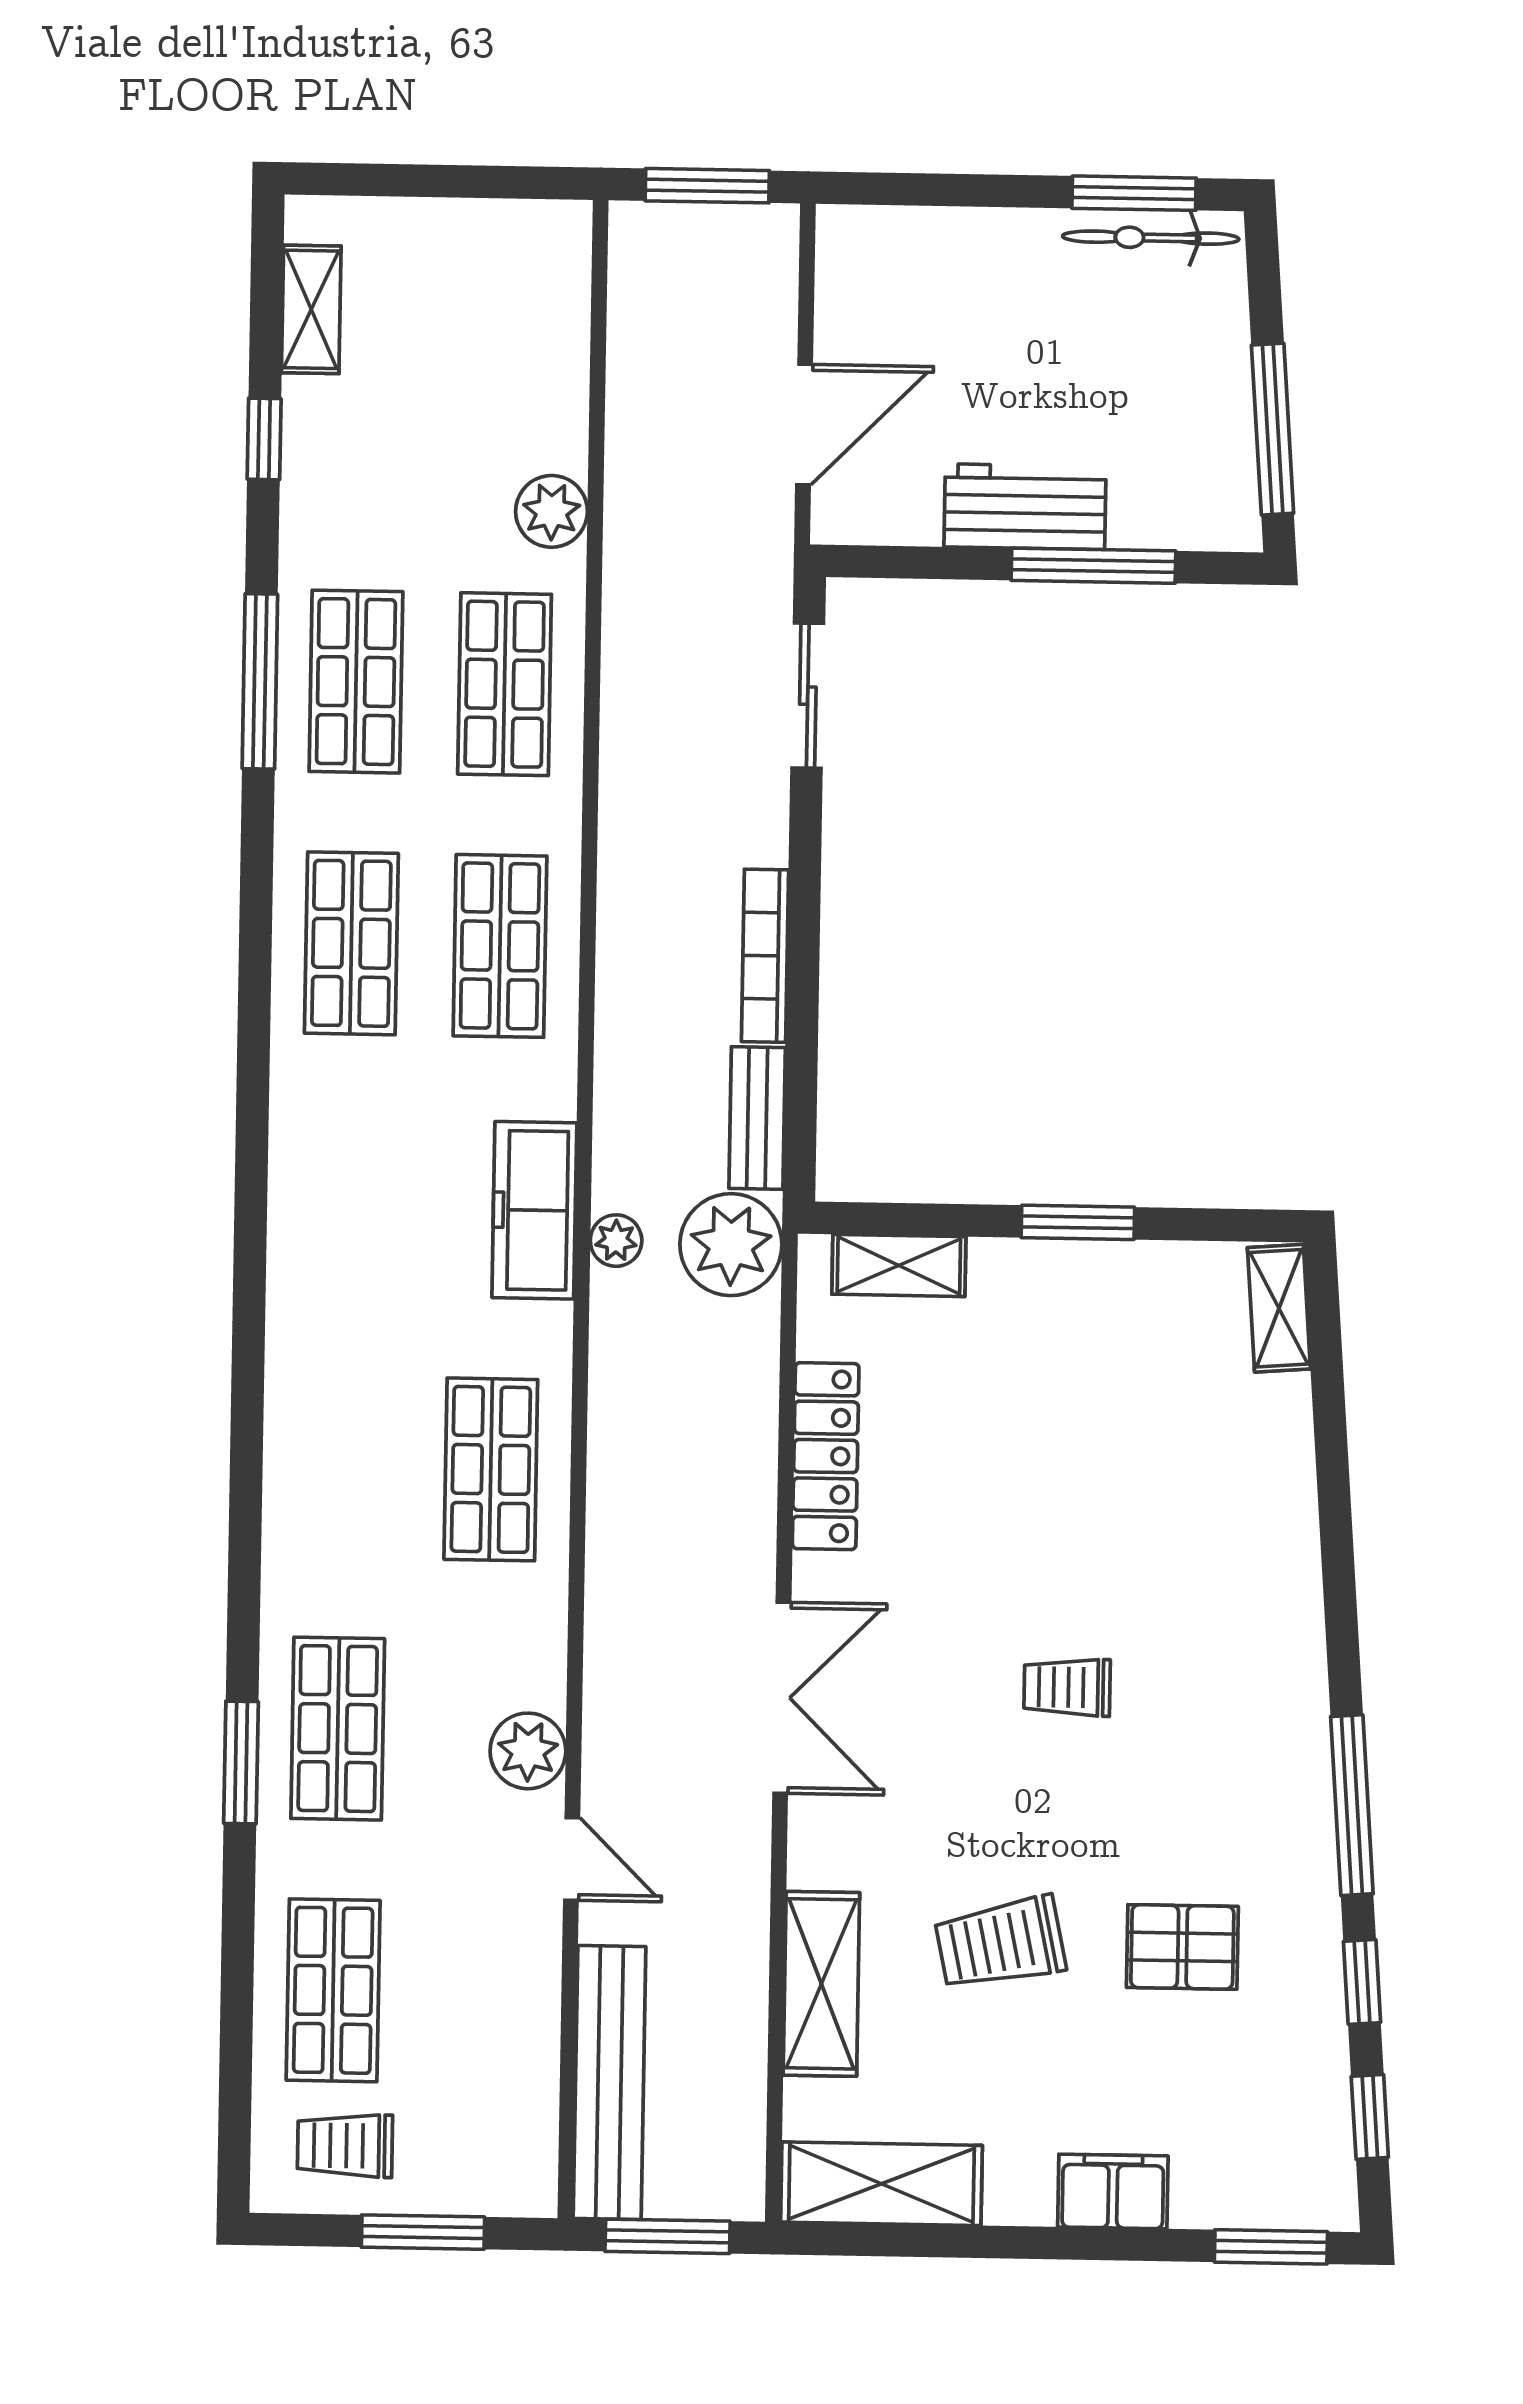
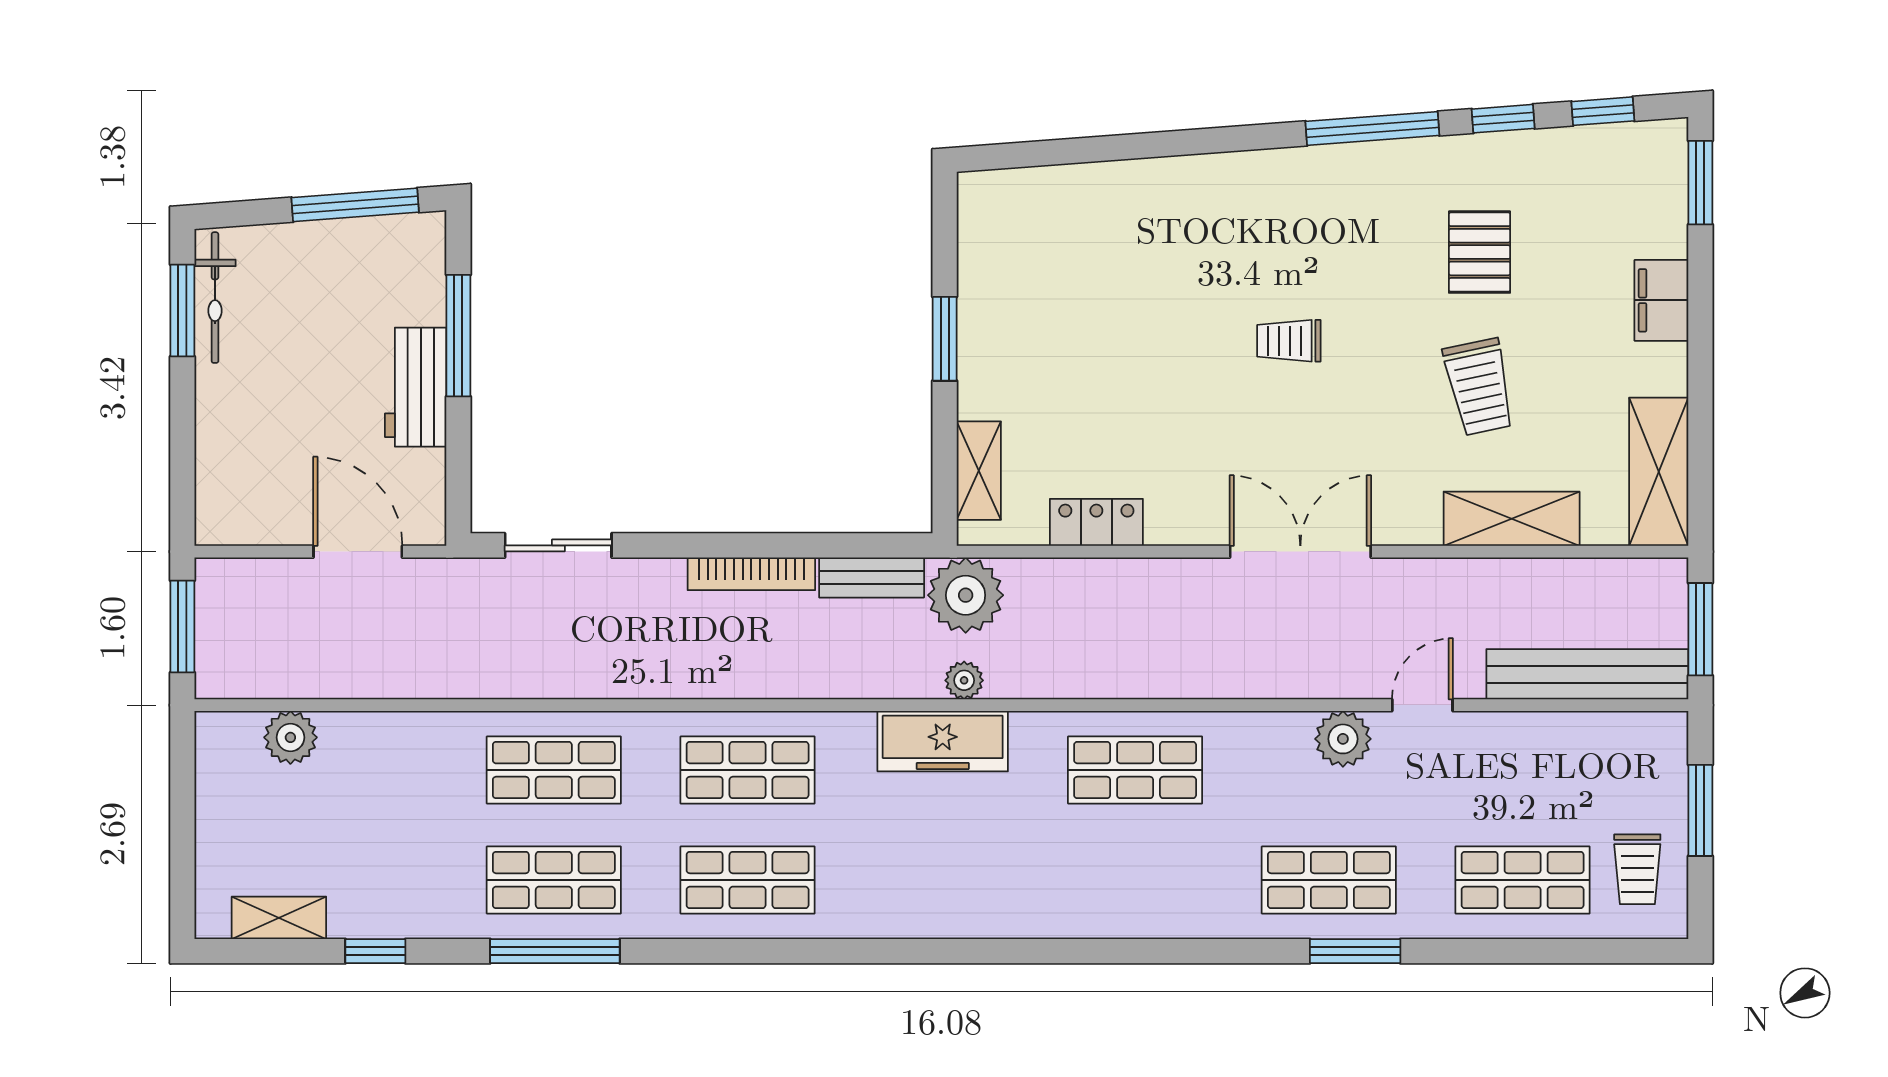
plant: (552, 511) -> (290, 737), moved
shelving: (1279, 1308) -> (1006, 189), removed
locker: (826, 1456) -> (1096, 522), width x0.66
trolley: (1067, 1687) -> (1289, 341), turned 90

